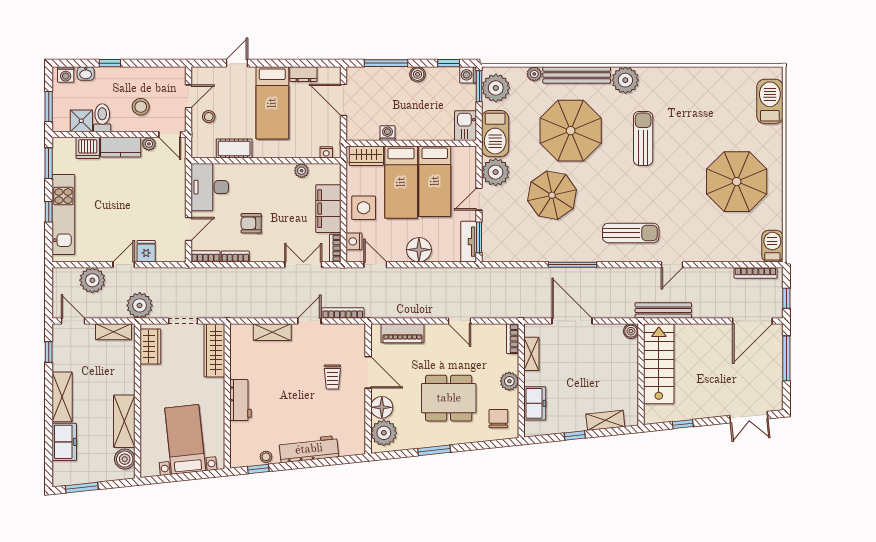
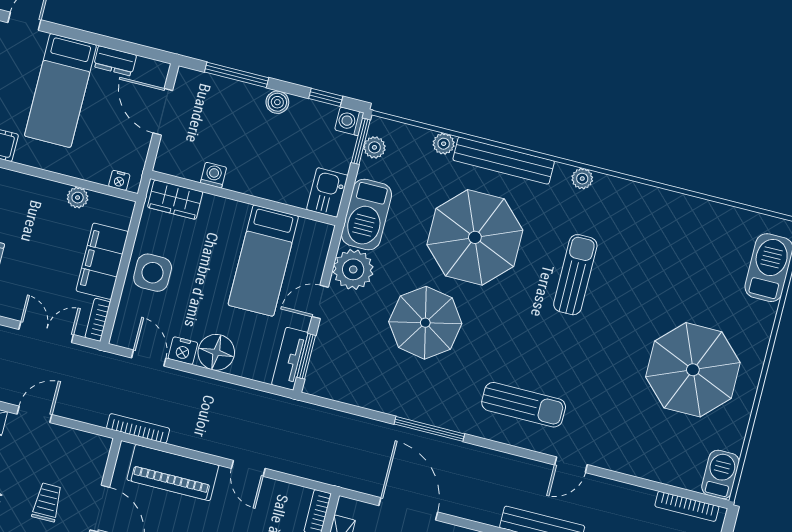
plant: (625, 80) -> (582, 179), width x0.53, depth x0.53
plant: (496, 88) -> (374, 147), width x0.53, depth x0.53
bed: (401, 182) -> (215, 250), removed
nightstand: (354, 241) -> (183, 351), moved, turned -90
bookcase: (343, 313) -> (138, 428), moved
piano: (403, 333) -> (173, 473), width x1.37, depth x1.33
trolley: (332, 377) -> (47, 502), turned 180

